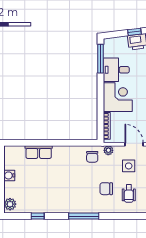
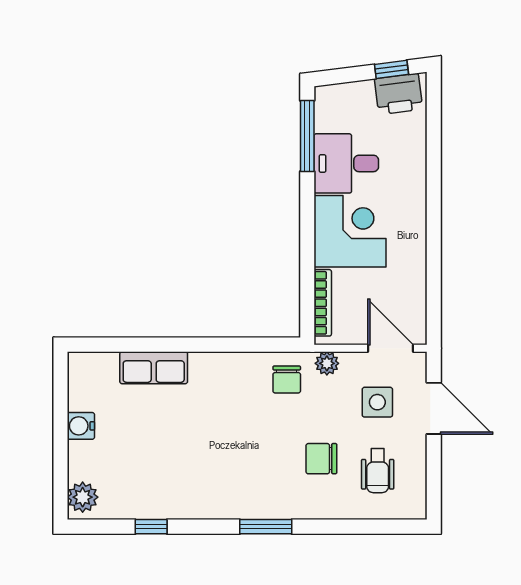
window: (84, 216) -> (266, 527), width x0.69

